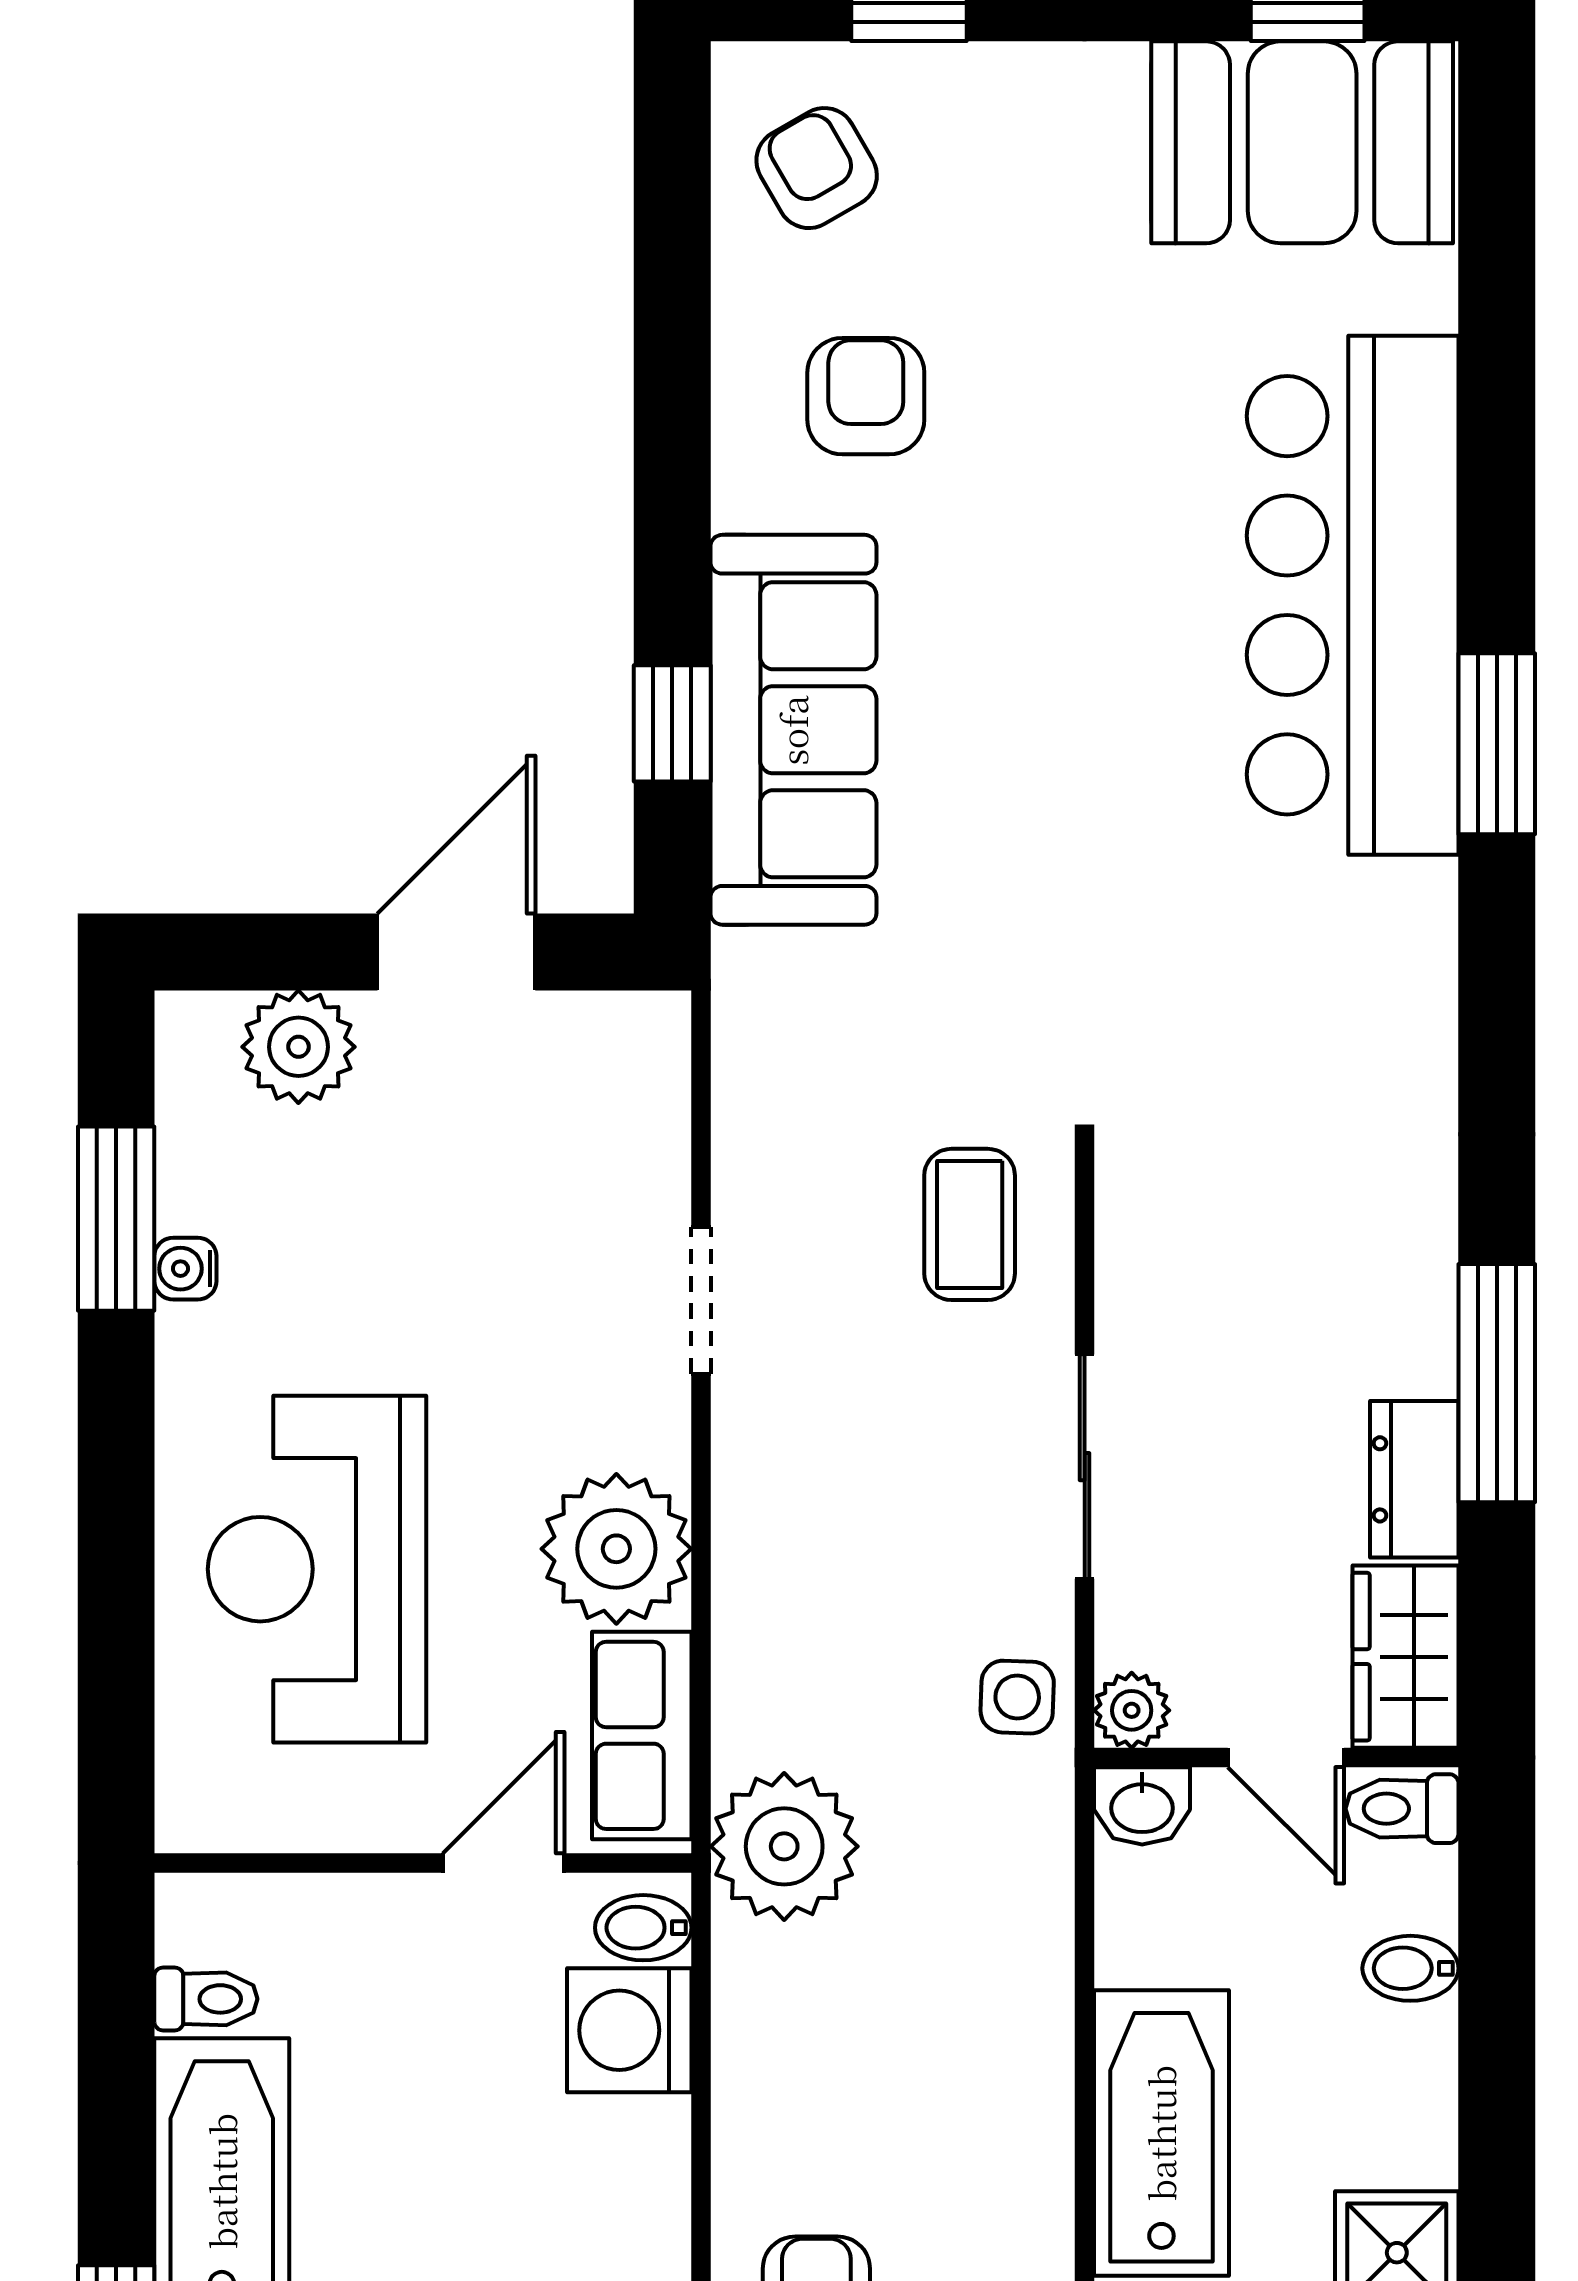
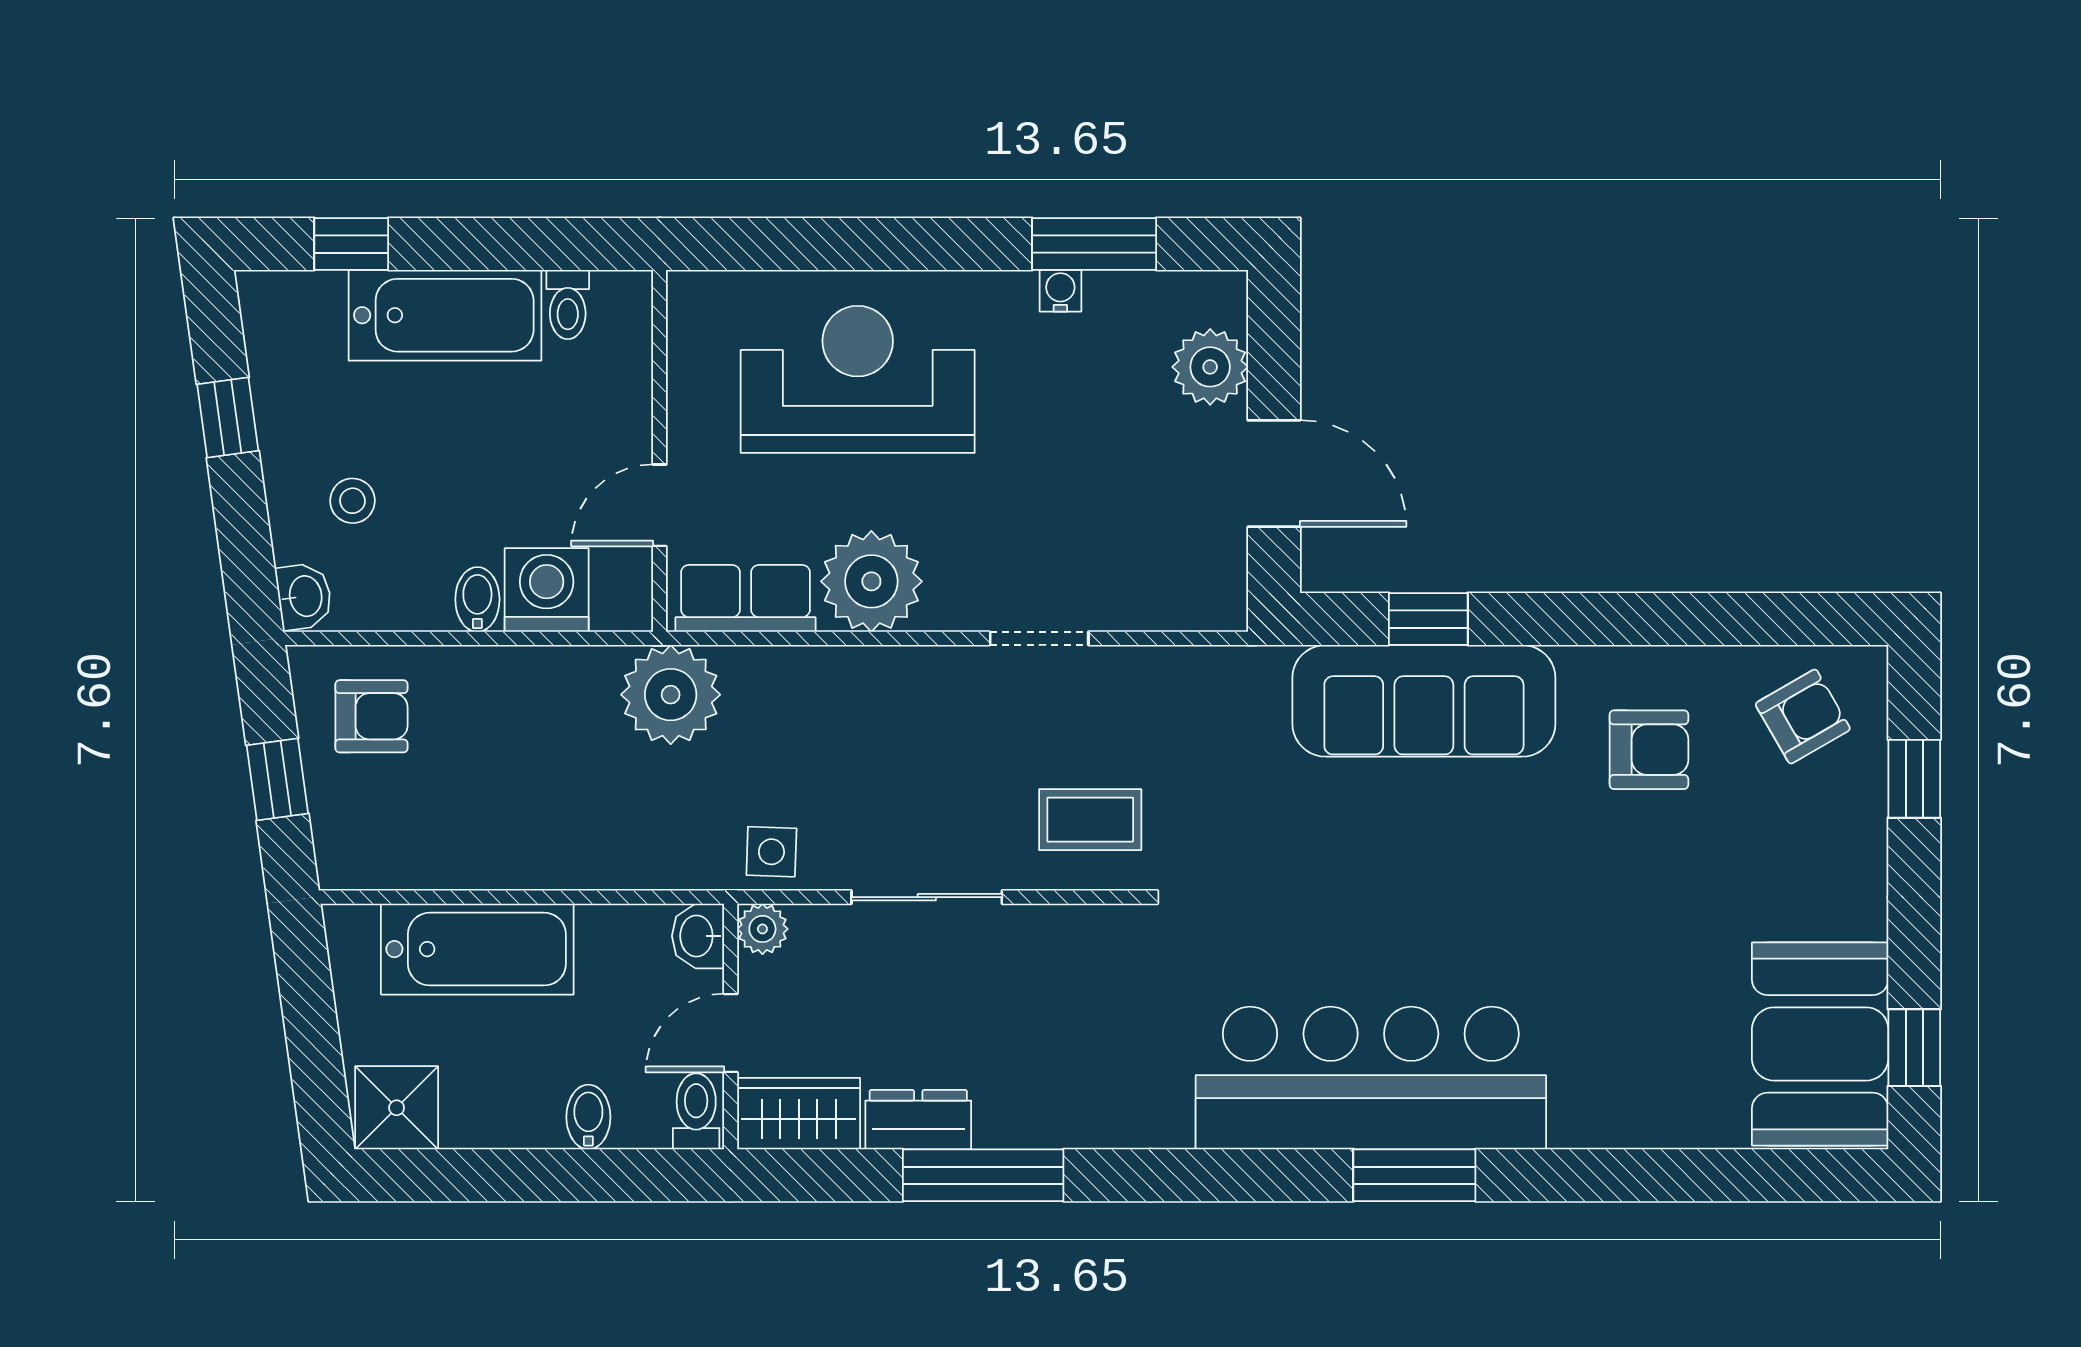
bar counter: (1353, 595) -> (1371, 1078), moved
door: (504, 1863) -> (659, 505), swing flipped
bidet: (643, 1928) -> (477, 599), moved

